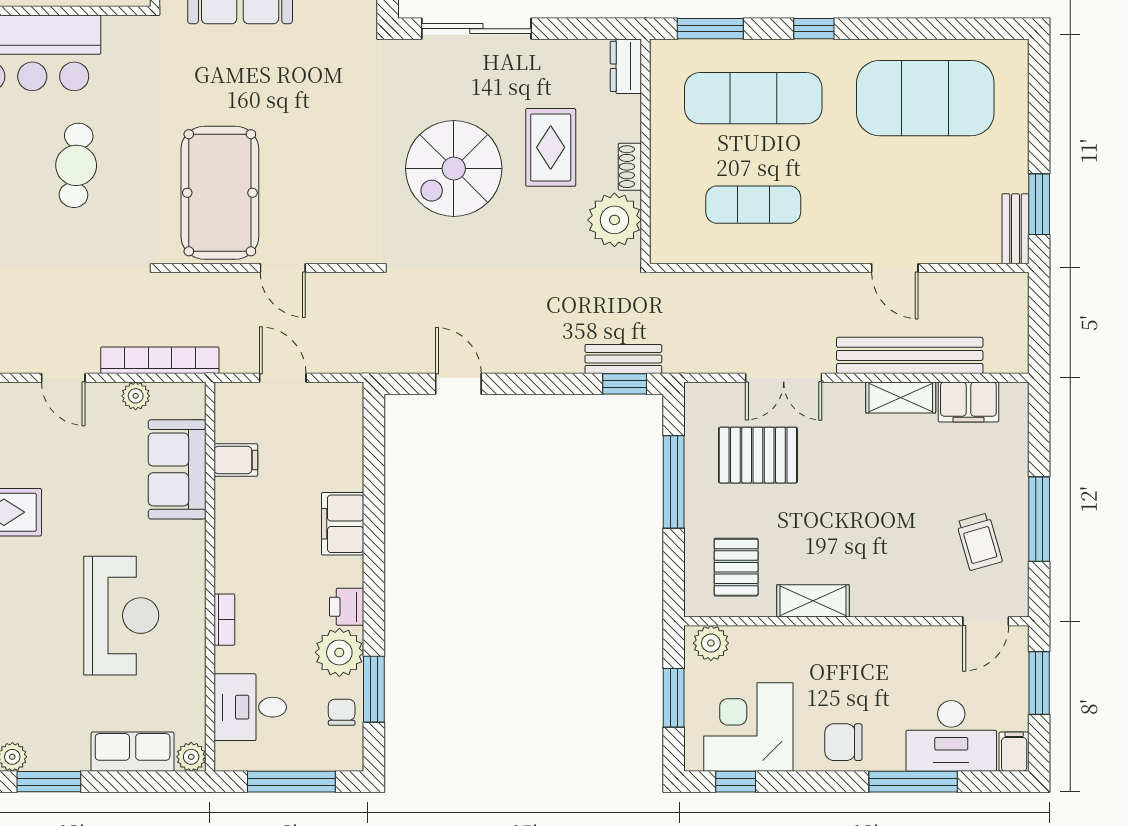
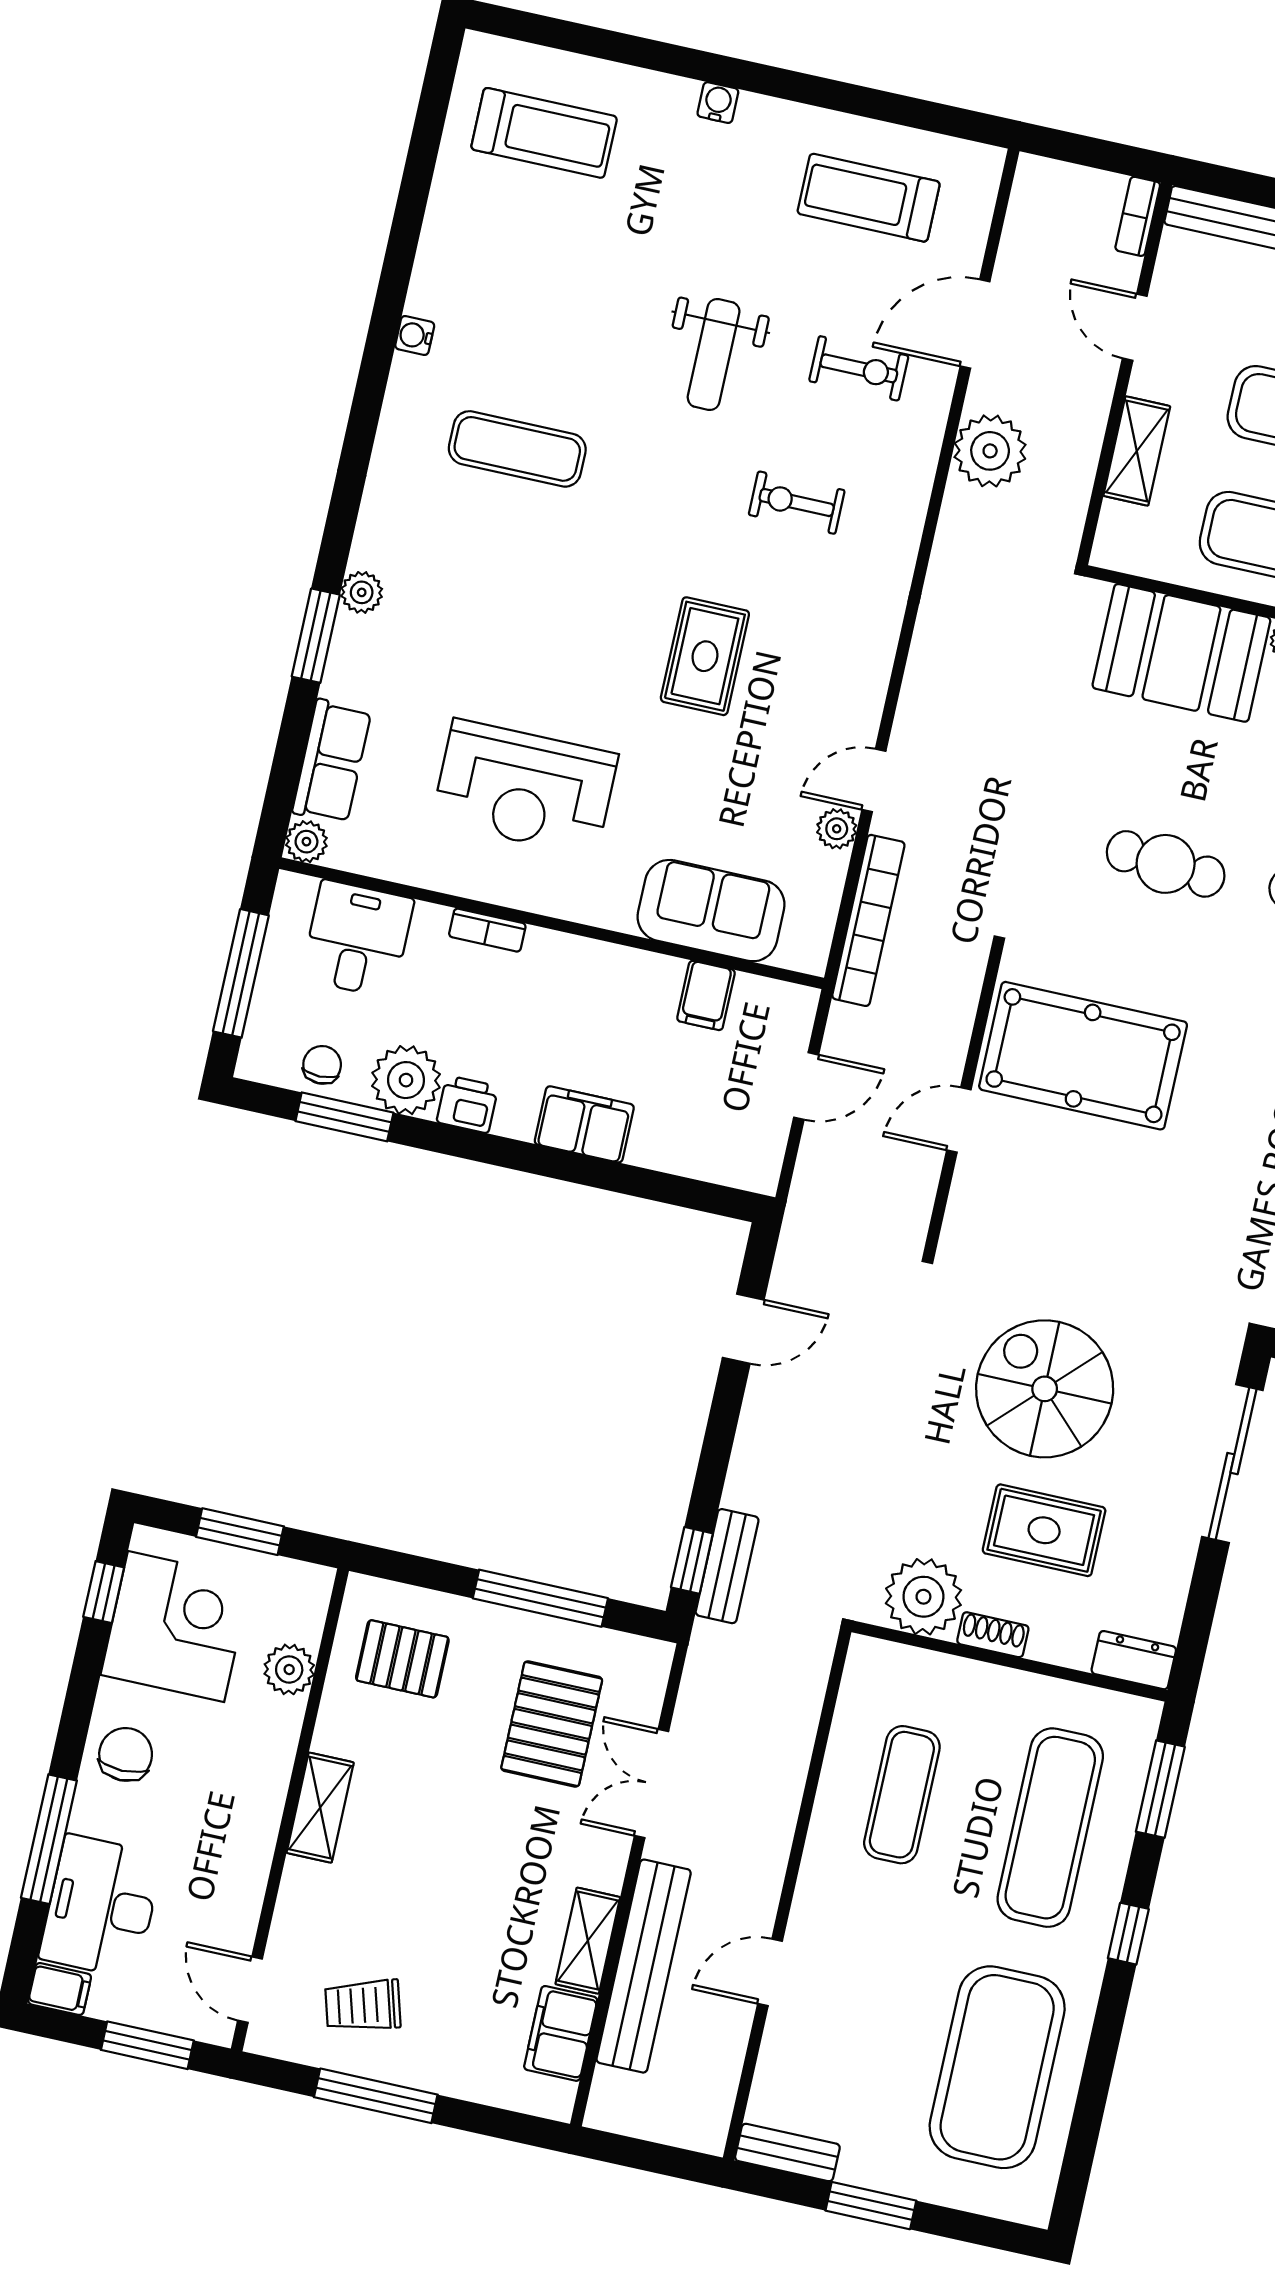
window: (1039, 204) -> (871, 2206), moved
plant: (136, 396) -> (837, 829), moved
shelving: (813, 601) -> (320, 1808), moved
plant: (711, 643) -> (289, 1669), moved
chair: (342, 712) -> (322, 1065), turned -90

